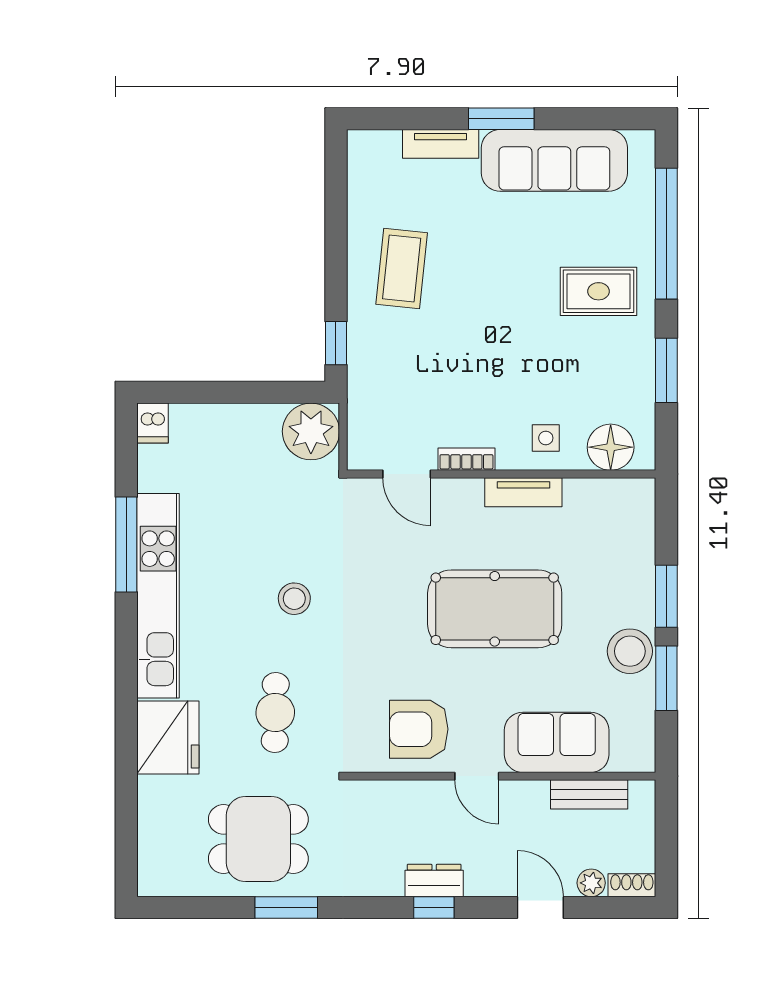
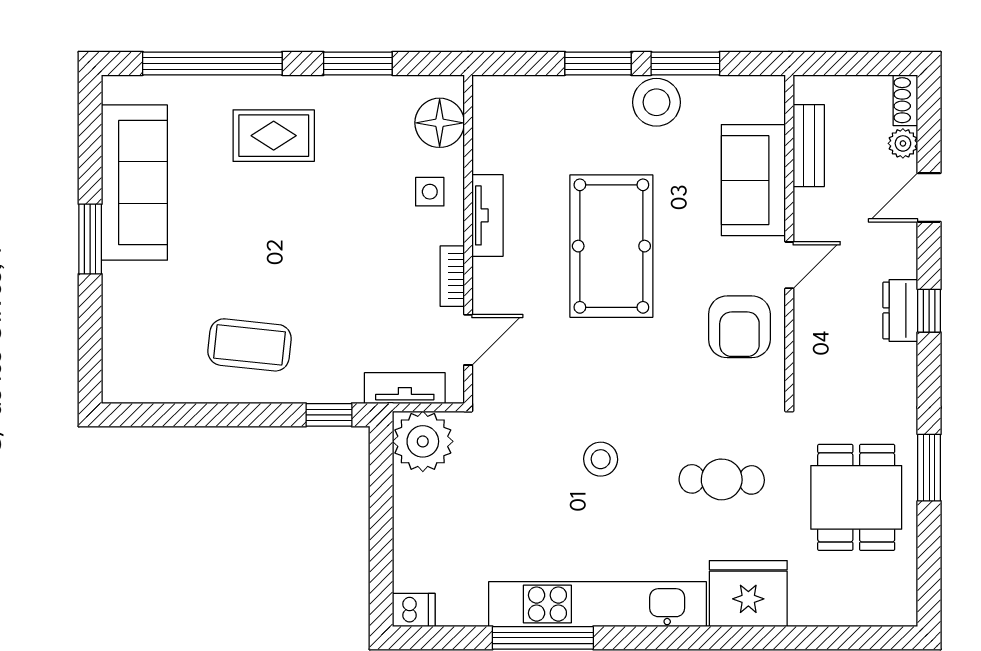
tv unit: (441, 144) -> (405, 388), moved, turned -90
rug: (599, 291) -> (274, 136), turned 90

